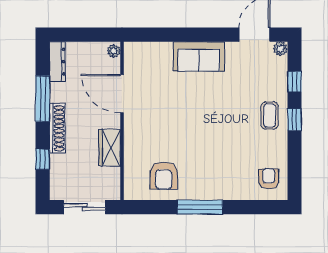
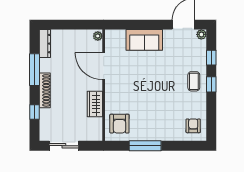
plant: (114, 51) -> (98, 36), moved
door: (122, 94) -> (104, 66), moved
wall: (122, 121) -> (104, 85), moved
wardrobe: (110, 148) -> (95, 104), moved

